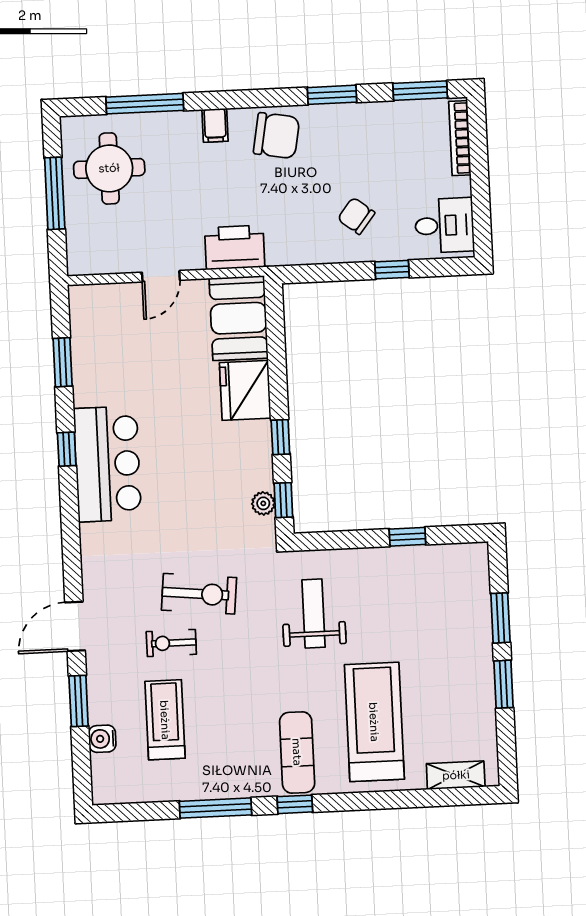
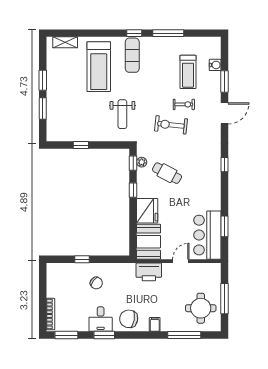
desk: (444, 225) -> (101, 319), moved, turned -90
window: (67, 449) -> (225, 165), moved
bar counter: (107, 464) -> (207, 235), moved
cafe table: (203, 481) -> (167, 173), added

